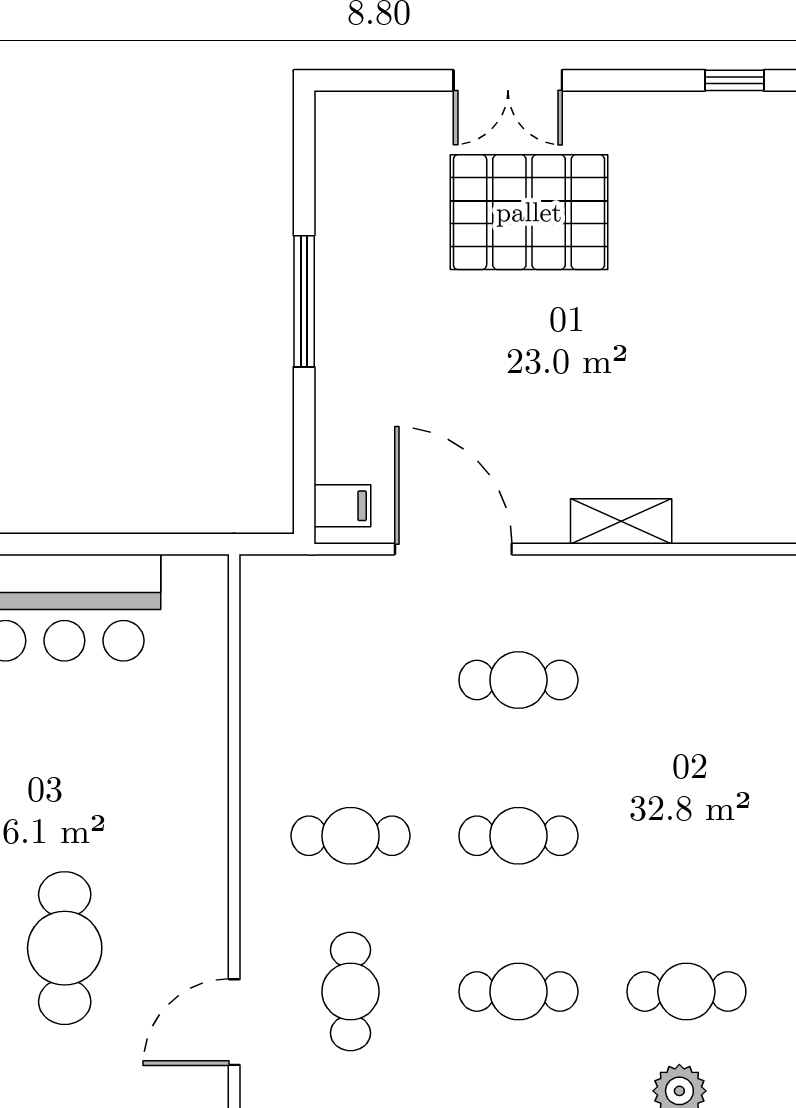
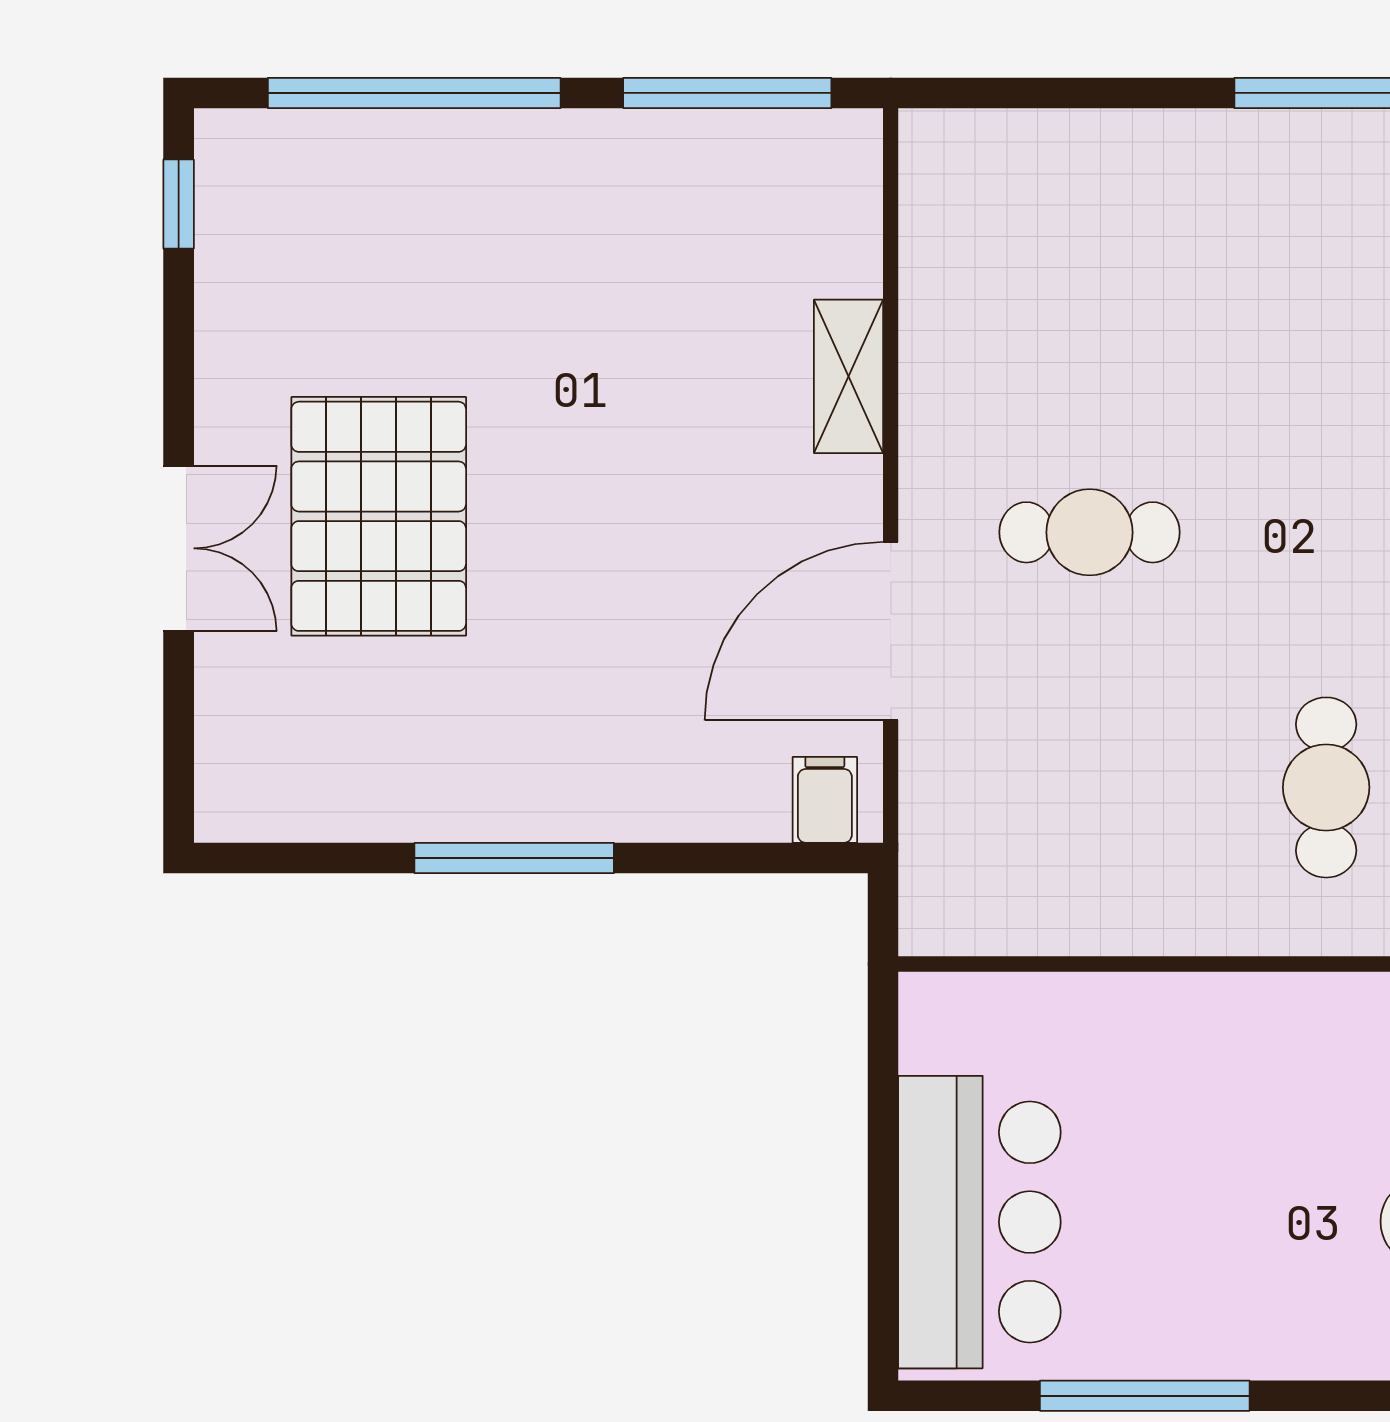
cafe table: (518, 680) -> (1090, 532), turned 90
cafe table: (518, 836) -> (1326, 532), removed

